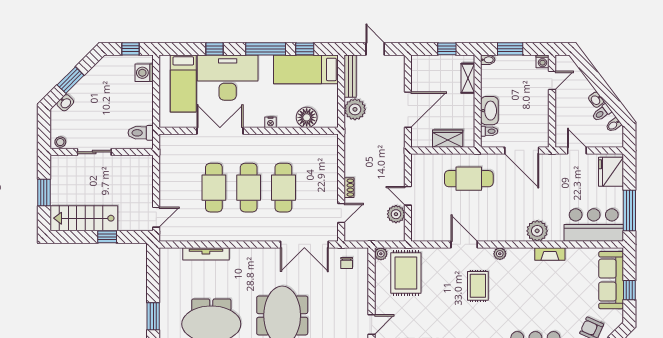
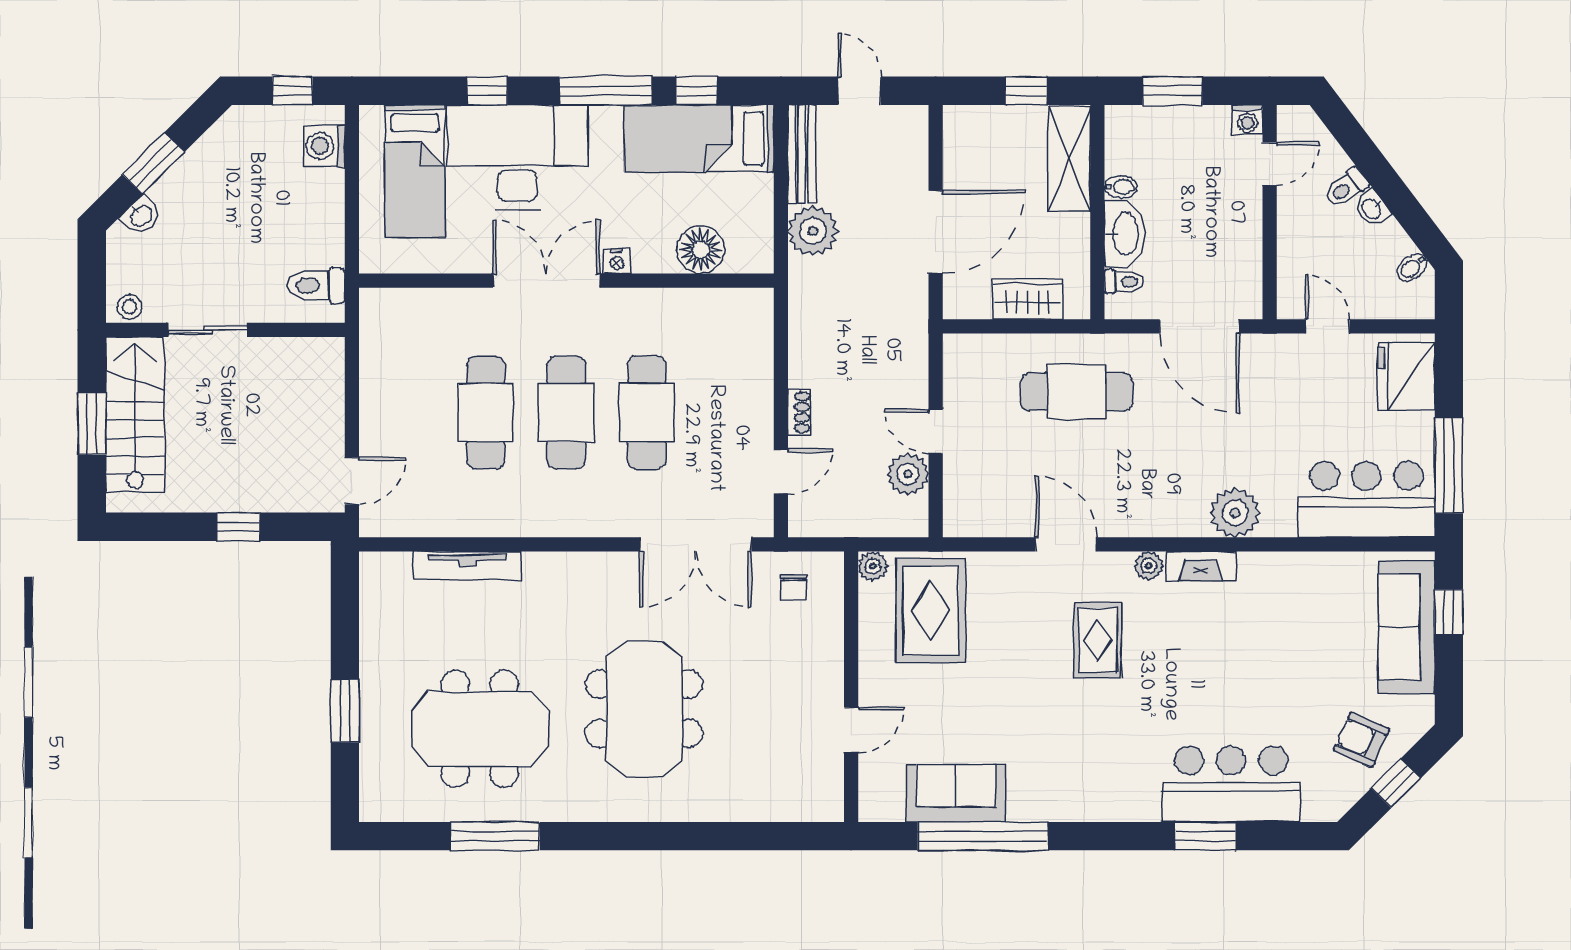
bidet: (488, 60) -> (1121, 187), moved
shelving: (468, 78) -> (1069, 159), width x1.50, depth x1.33
toilet: (602, 113) -> (1346, 188), moved
double door: (220, 131) -> (546, 281), moved
stairs: (84, 218) -> (135, 415), moved, turned 90
fireplace: (550, 254) -> (1201, 566), moved
window: (629, 290) -> (1449, 612), moved

